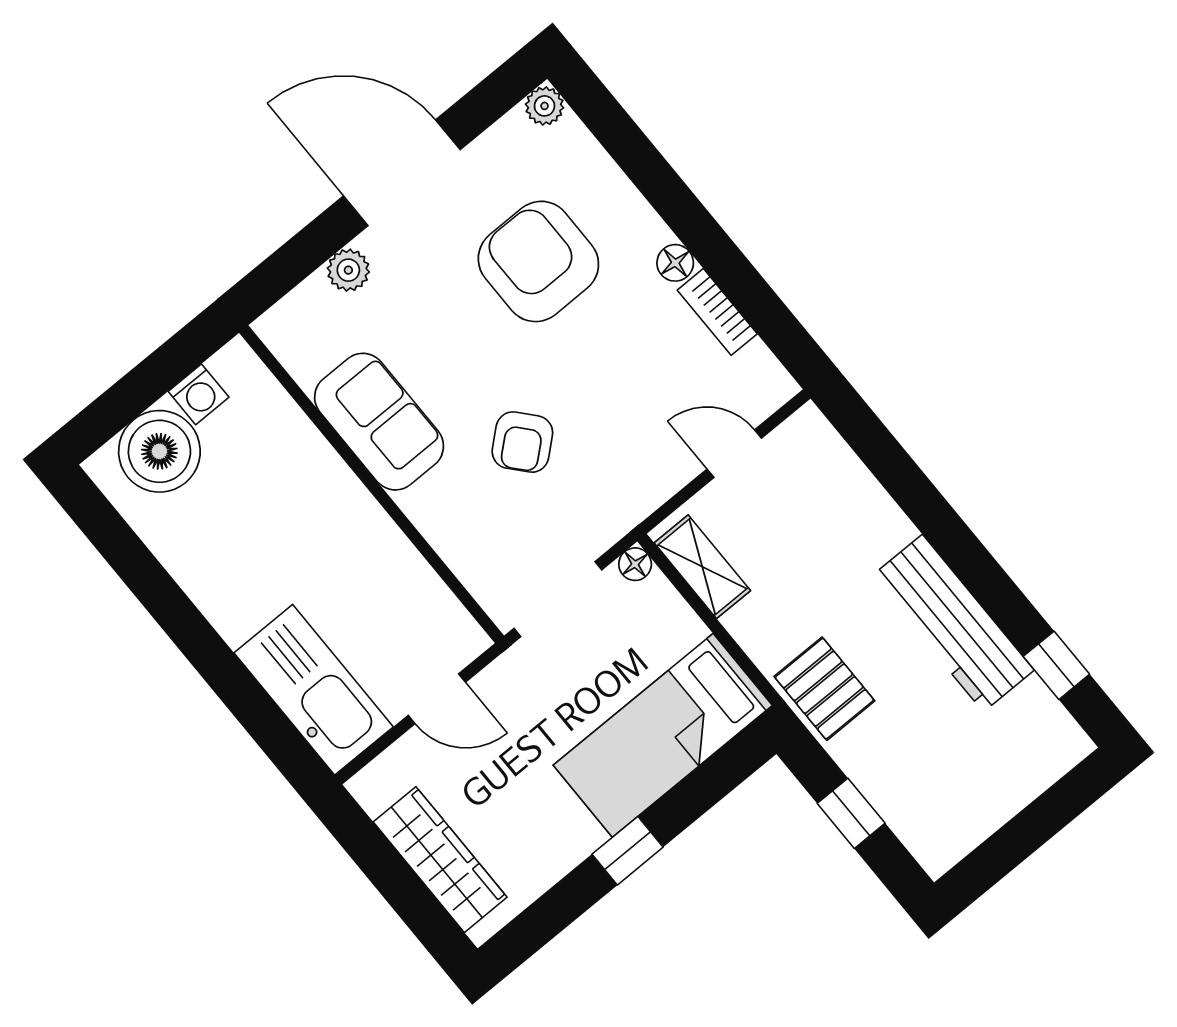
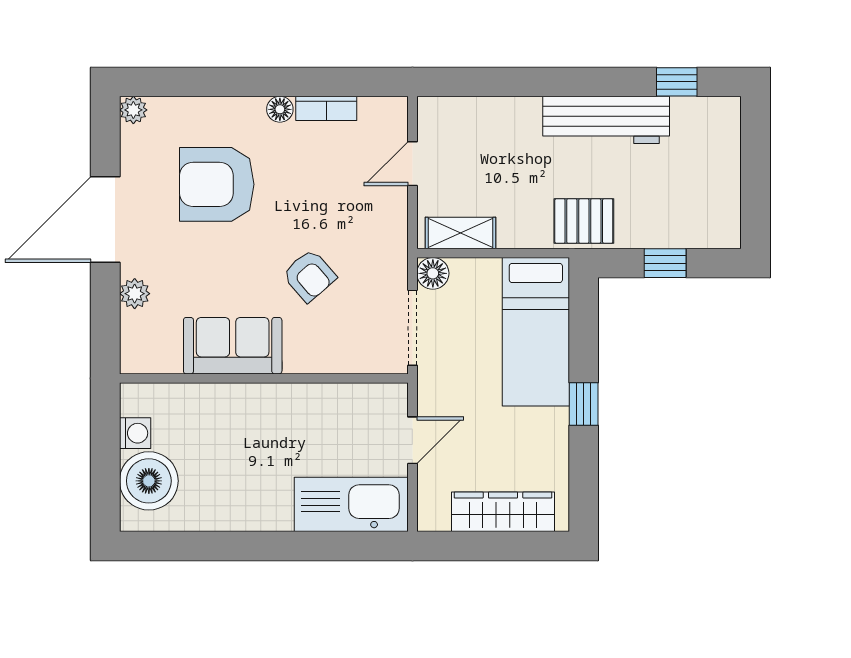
floor lamp: (635, 564) -> (433, 273), width x1.37, depth x1.37

